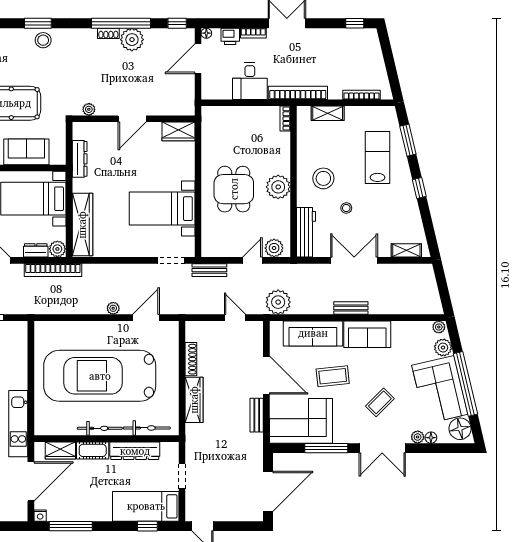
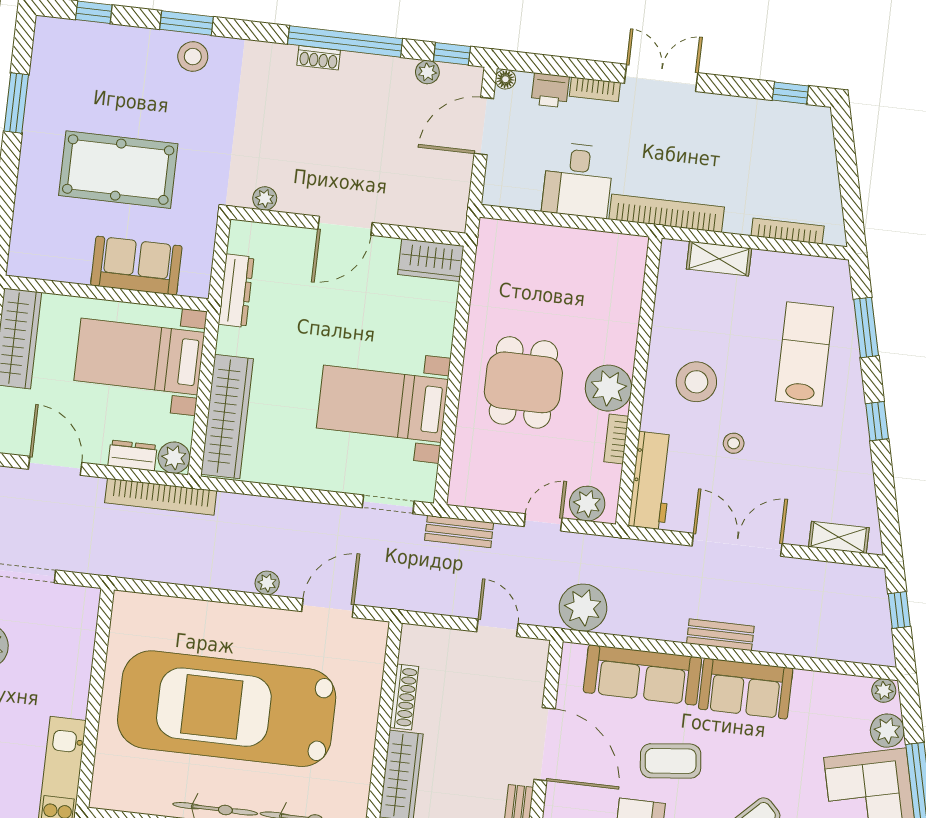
plant: (132, 40) -> (427, 72), moved, width x0.53, depth x0.53
bookcase: (285, 119) -> (616, 439), moved
window: (442, 284) -> (899, 610), added

